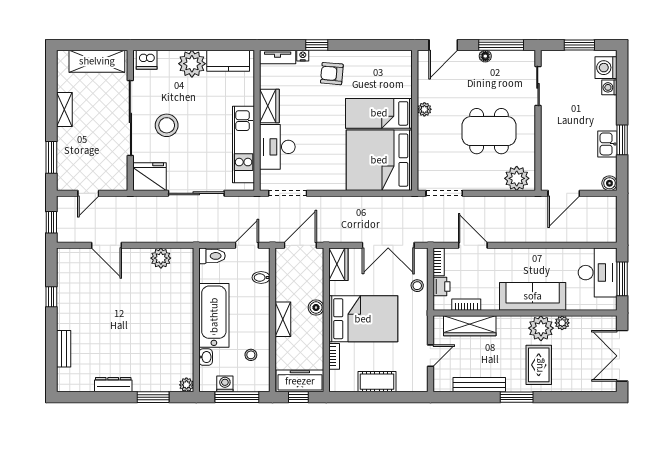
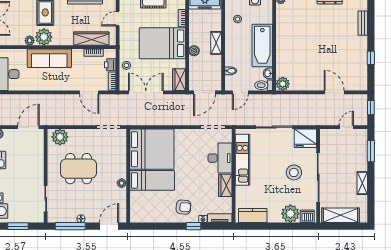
plant: (192, 64) -> (290, 214), moved
plant: (161, 258) -> (283, 84), moved
washbasin: (206, 357) -> (268, 73), moved

